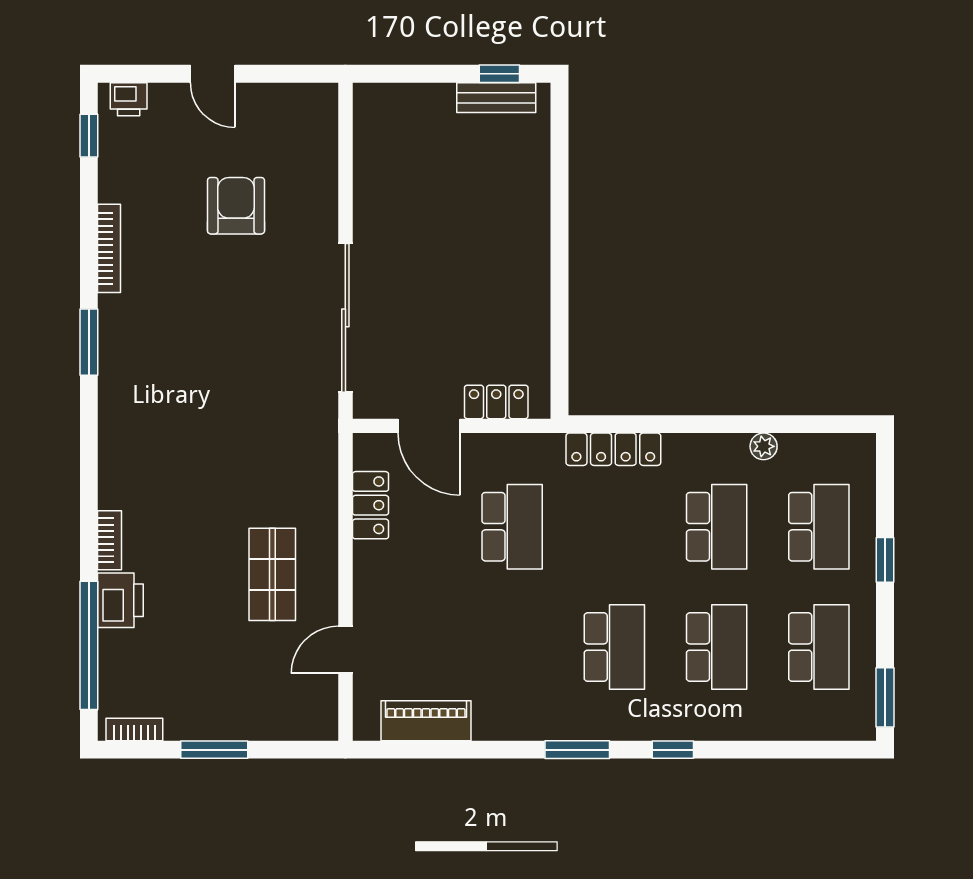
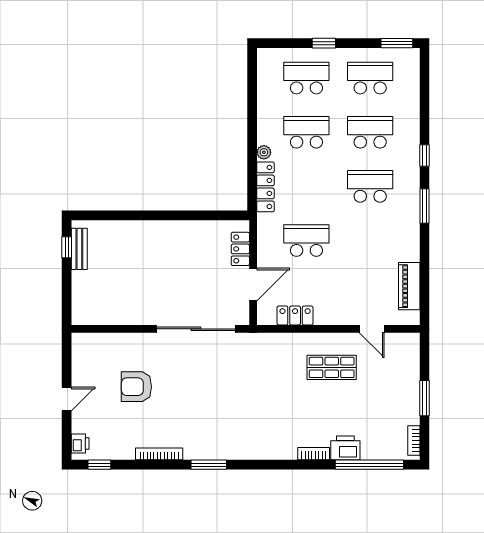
plant: (764, 446) -> (264, 152), moved

